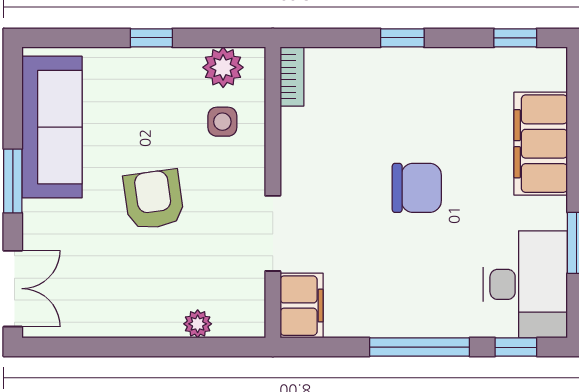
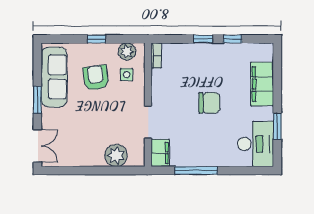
window: (515, 38) -> (233, 39), moved
armchair: (154, 200) -> (96, 78), moved
plant: (198, 324) -> (116, 155), width x1.88, depth x1.88
window: (420, 347) -> (196, 171), moved
window: (516, 347) -> (252, 171), removed

